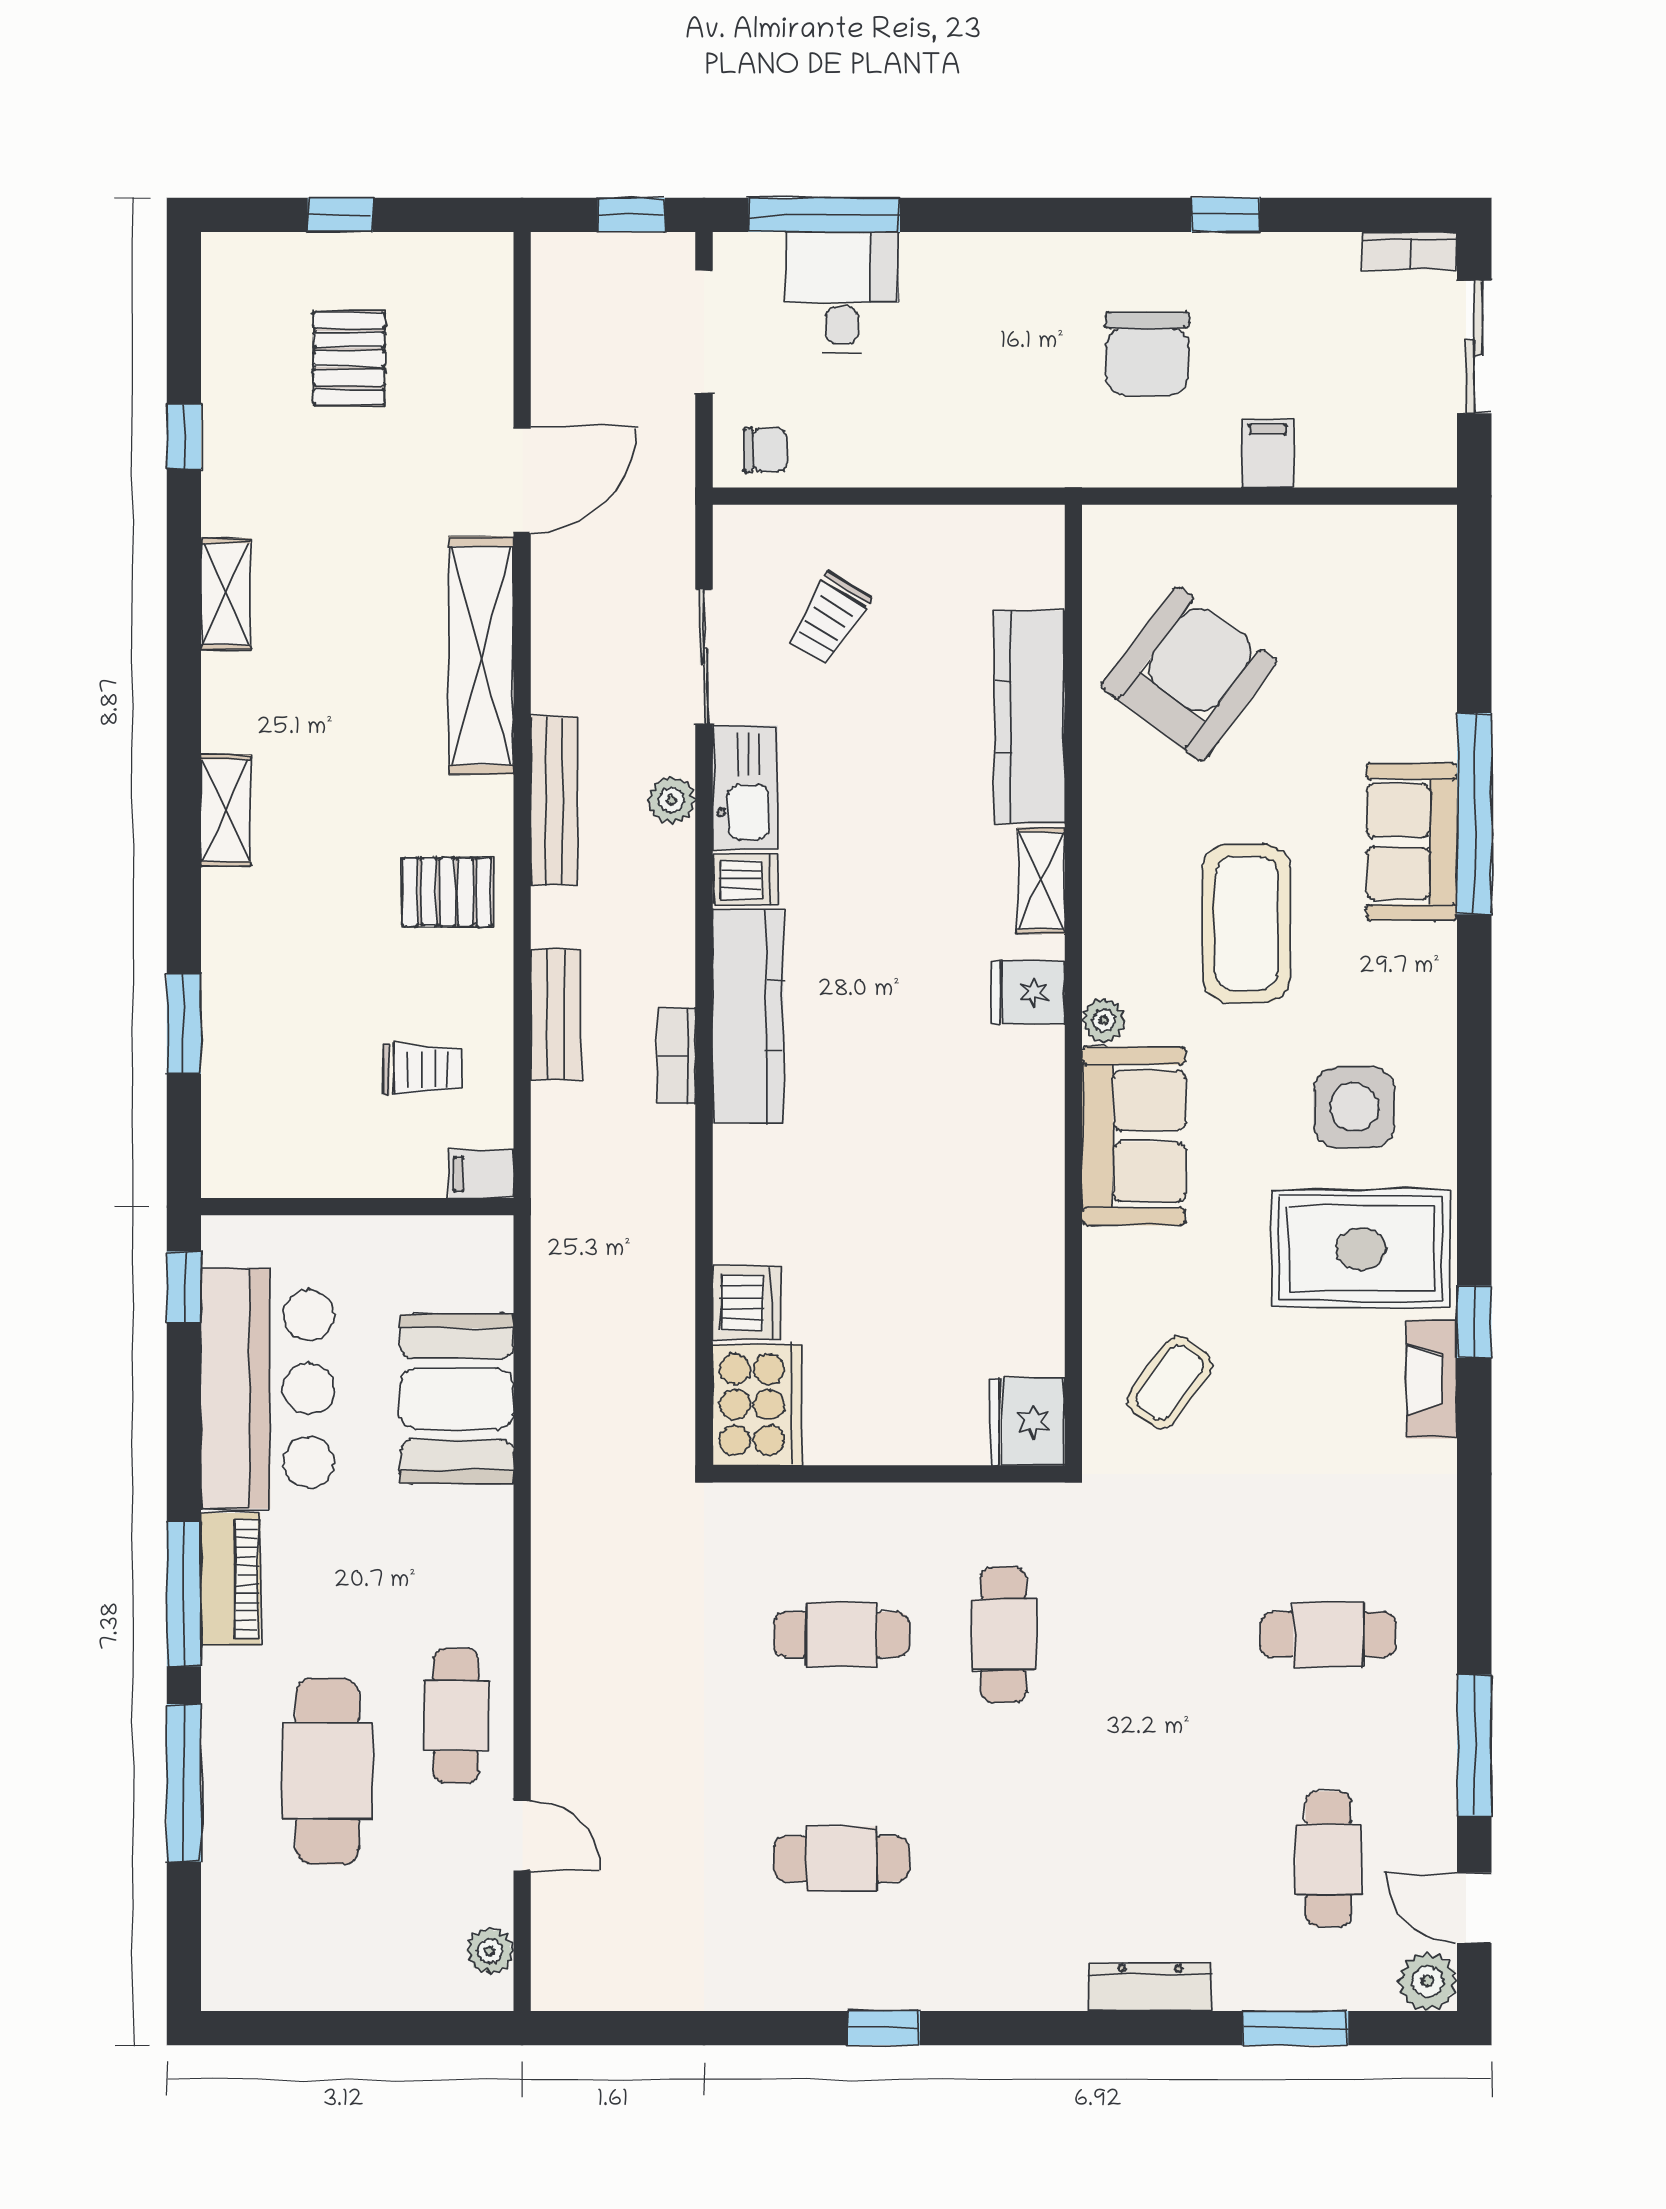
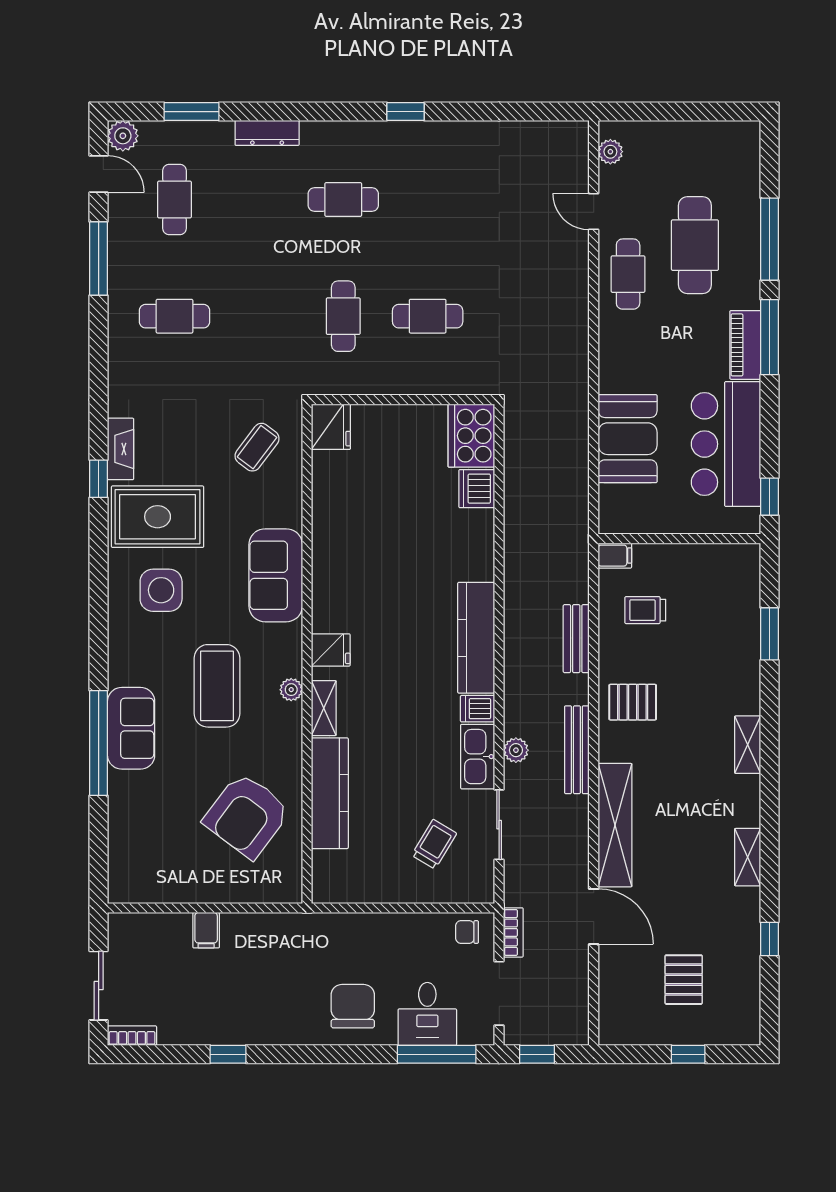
chair: (1147, 354) -> (353, 1006), moved
door: (522, 480) -> (594, 916), swing flipped
plant: (1104, 1020) -> (291, 690), moved
bookcase: (677, 1056) -> (513, 932), moved
cafe table: (841, 1859) -> (343, 199), moved

